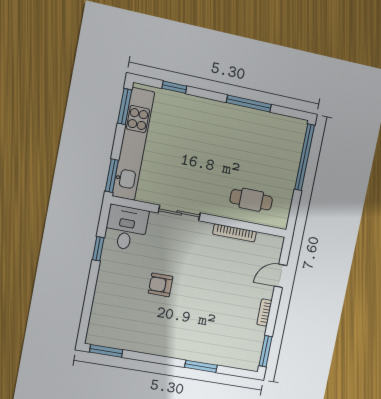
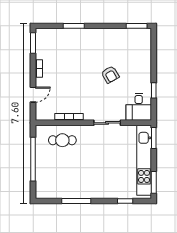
window: (305, 157) -> (33, 159), moved
armchair: (161, 285) -> (110, 75), turned 60

